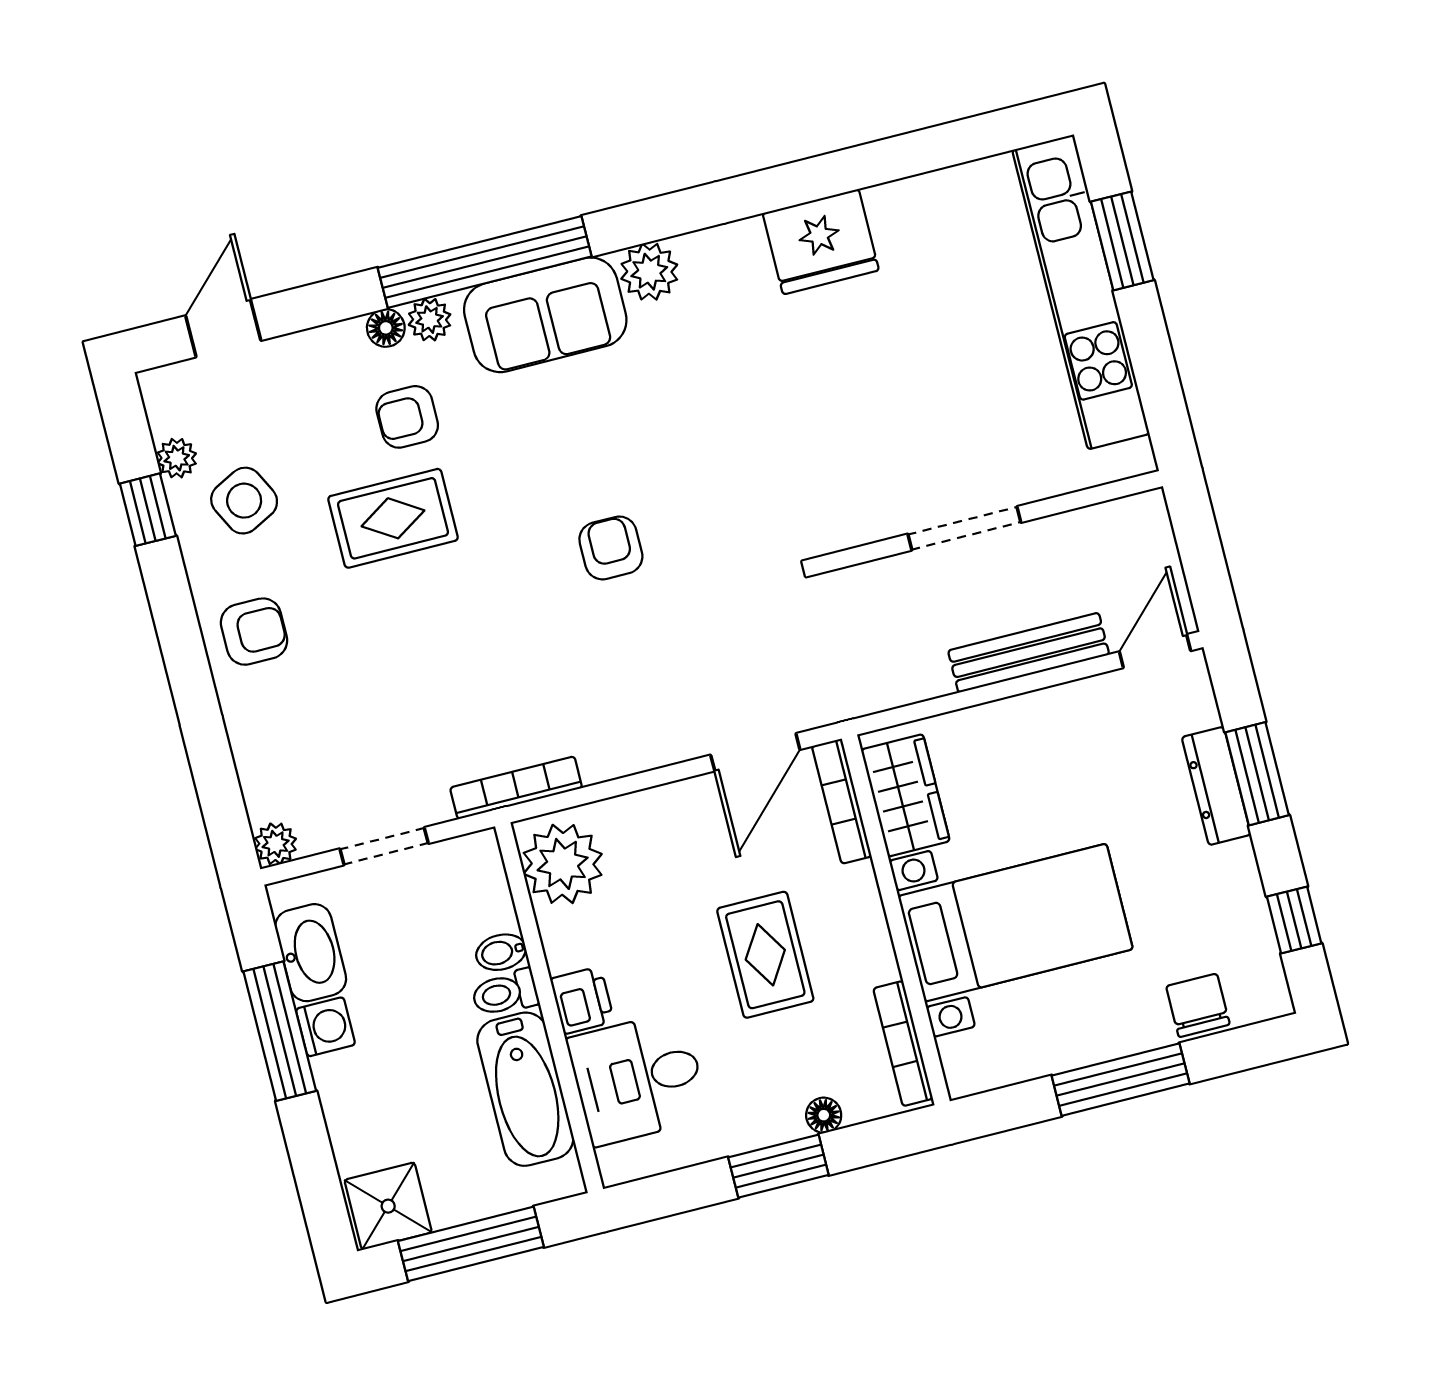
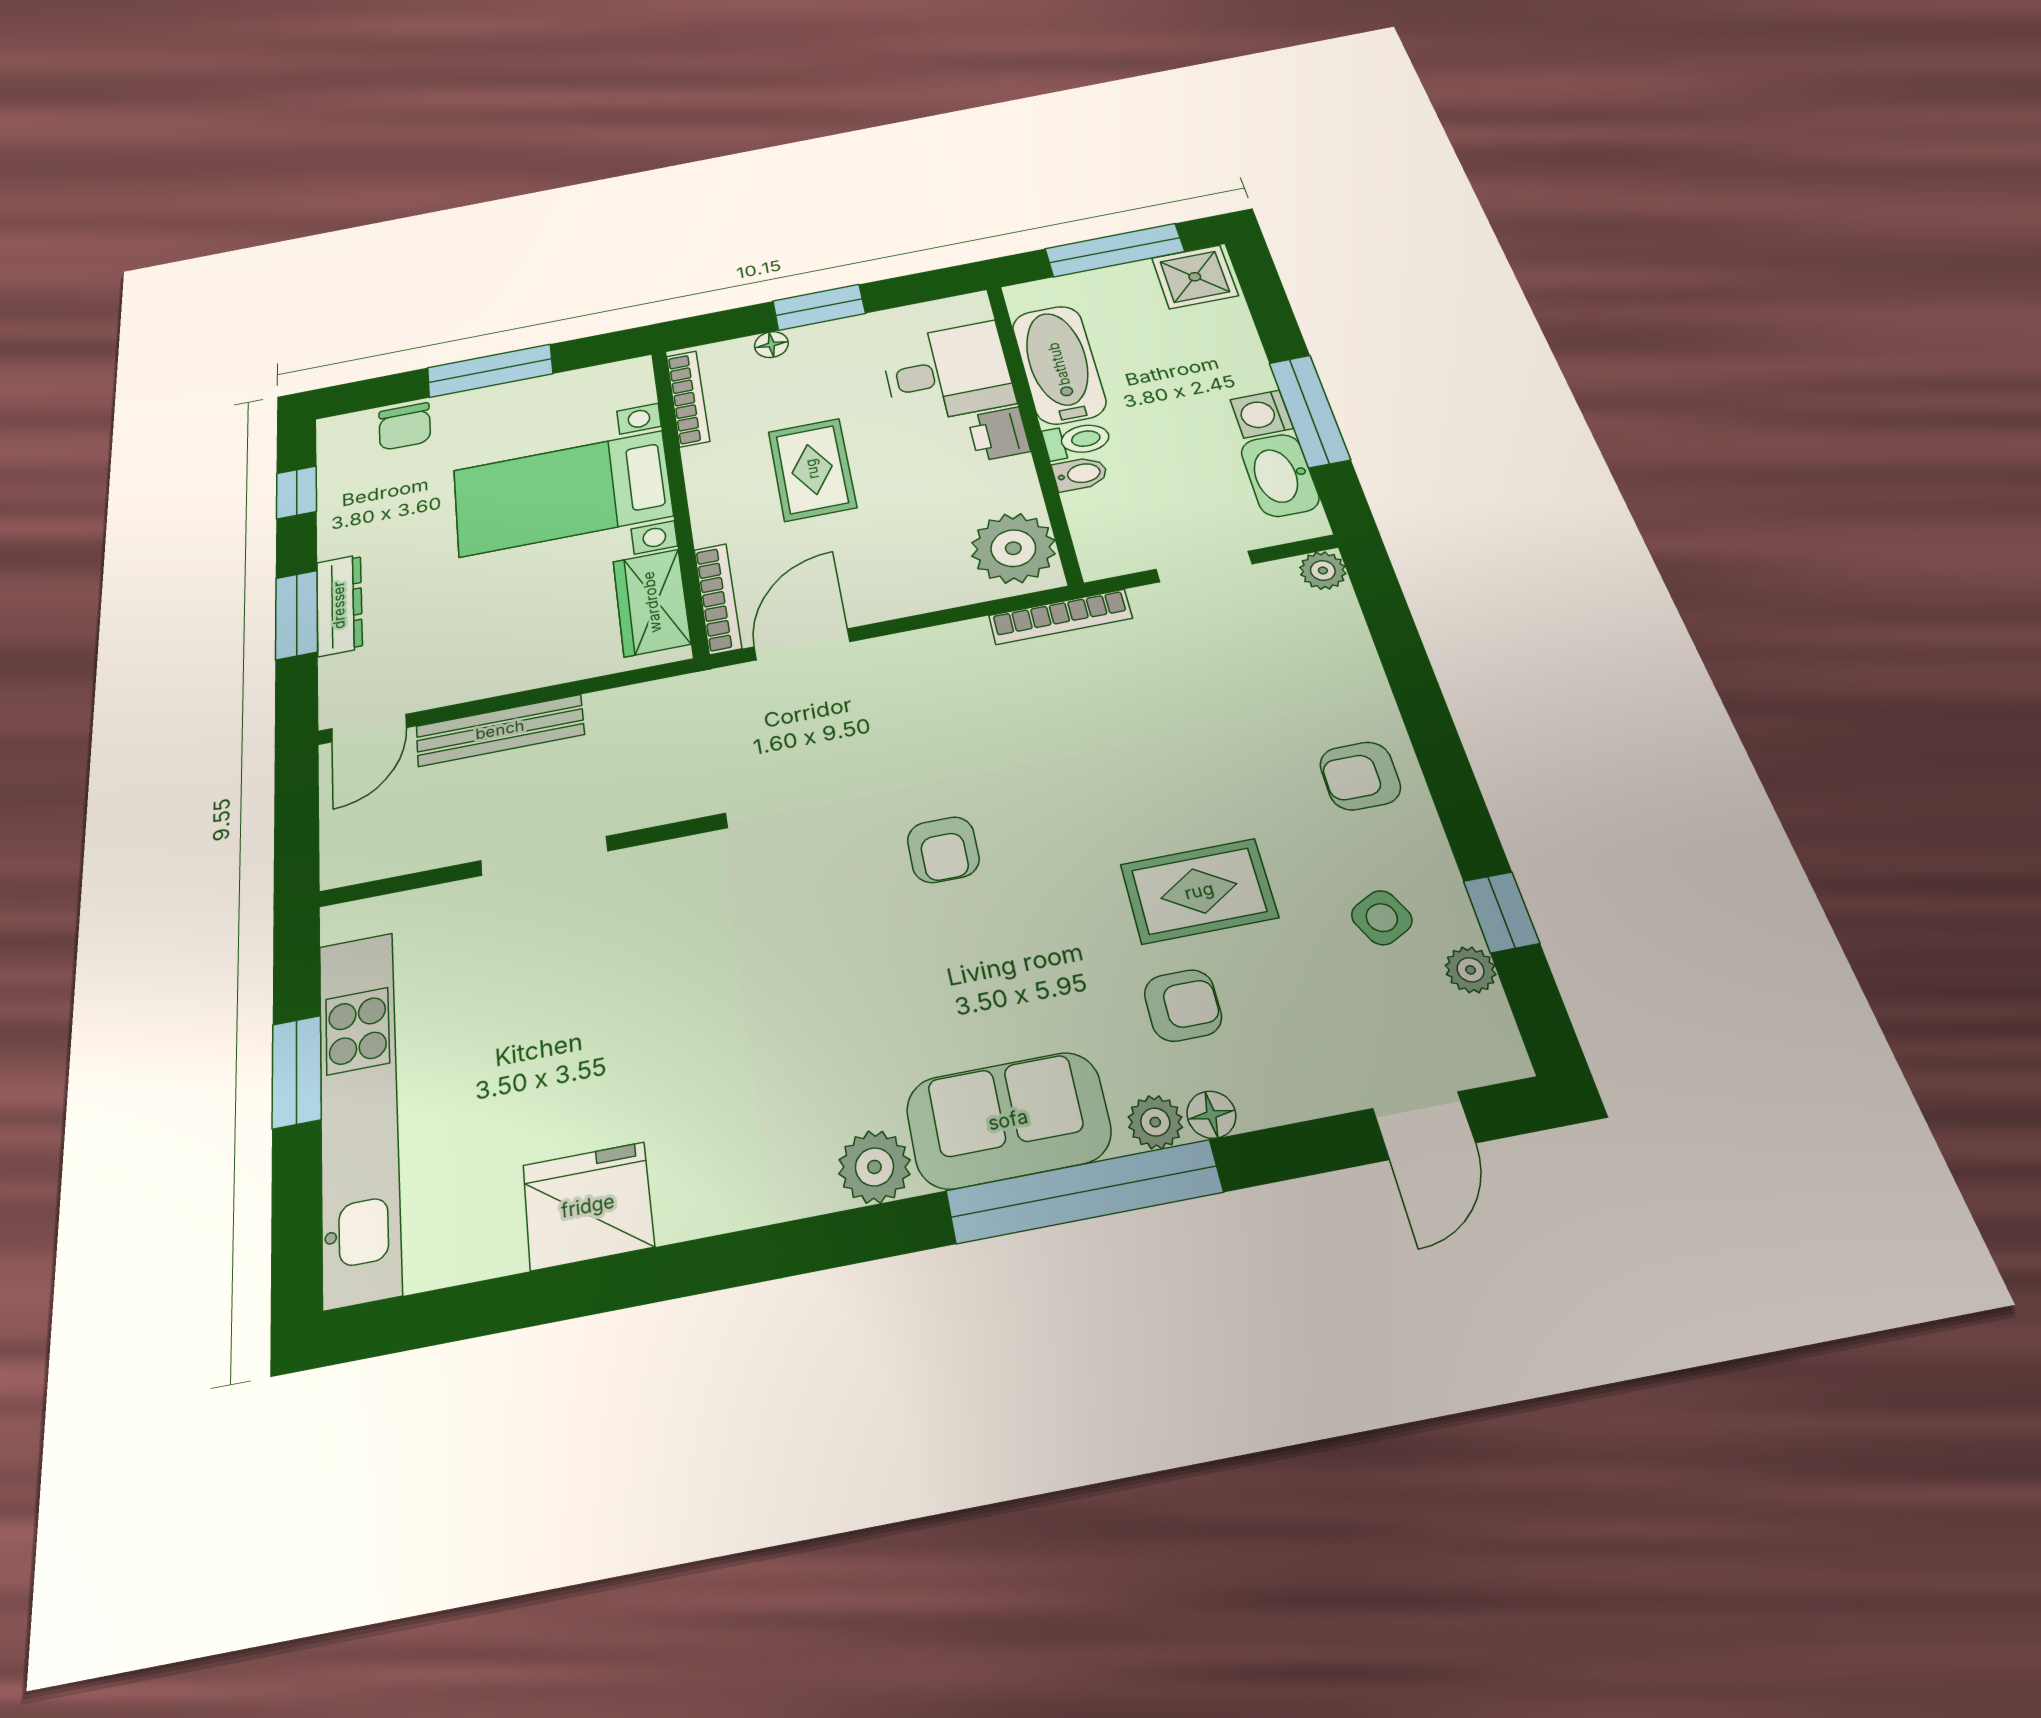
window: (1122, 241) -> (297, 1072), moved
fridge: (821, 242) -> (588, 1206), moved
side table: (244, 501) -> (1382, 918), width x0.73, depth x0.73

